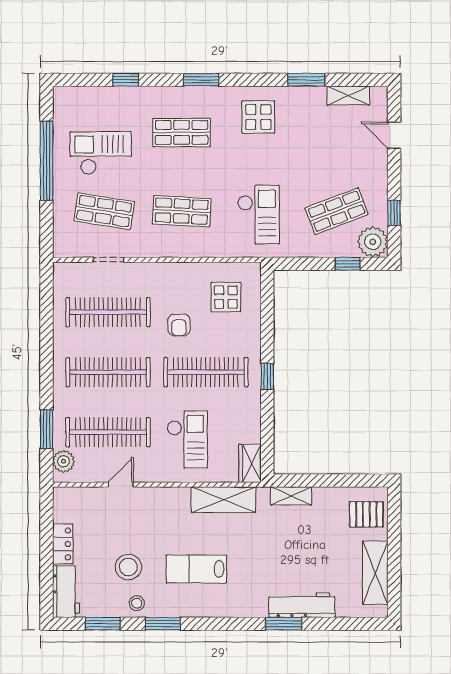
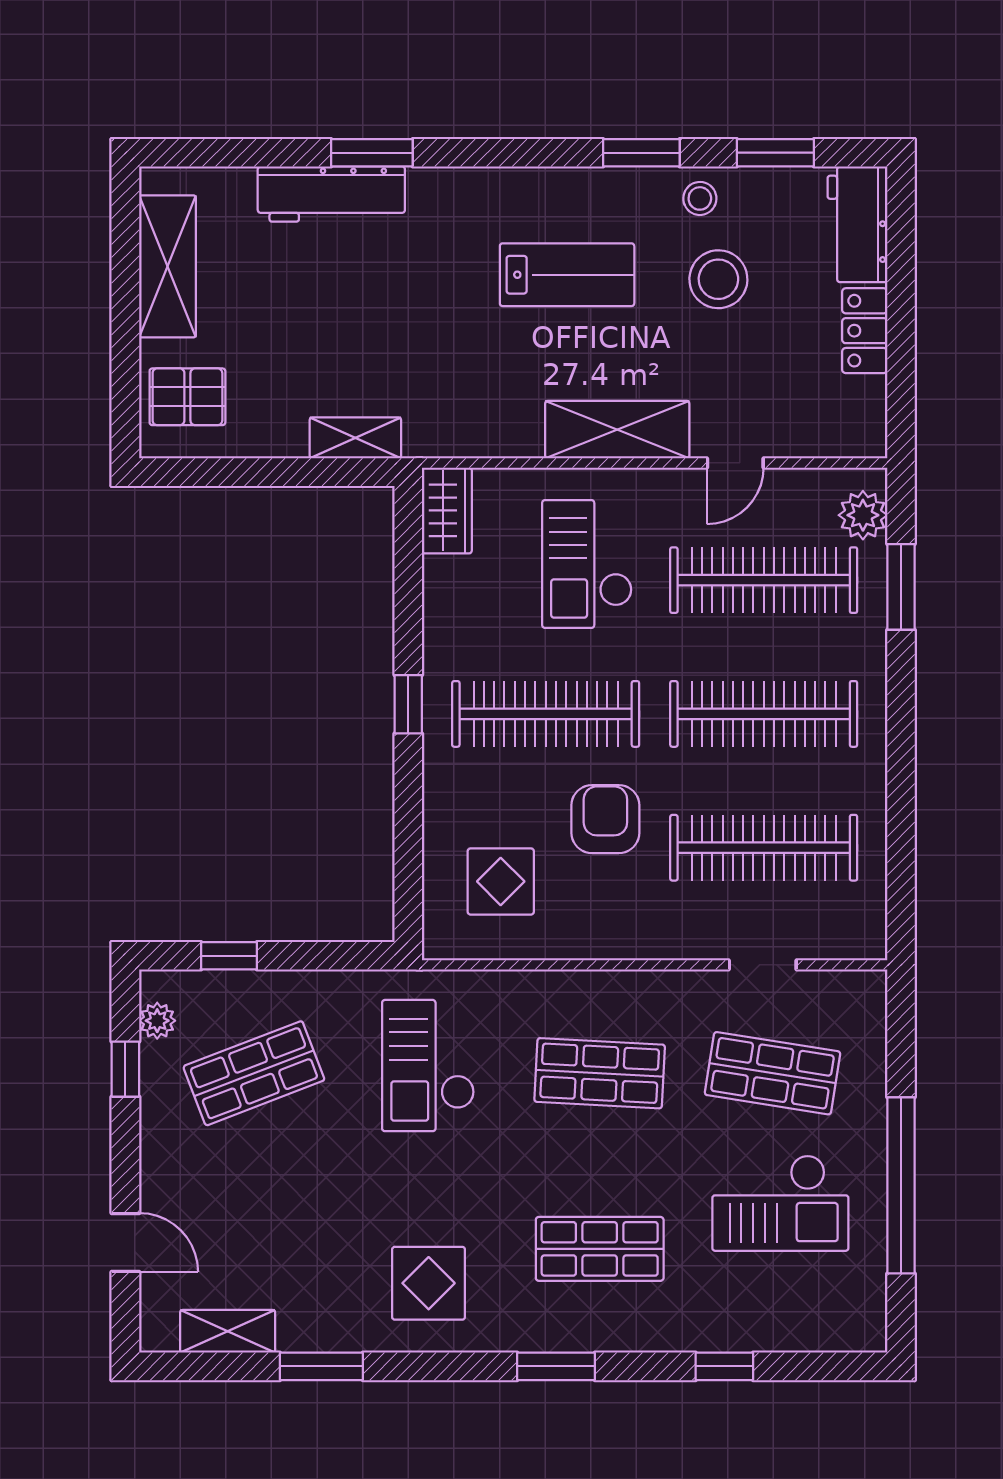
plant: (373, 242) -> (157, 1021), width x0.53, depth x0.53
armchair: (179, 325) -> (605, 819), width x1.38, depth x1.38
shelving: (223, 500) -> (617, 430), moved

